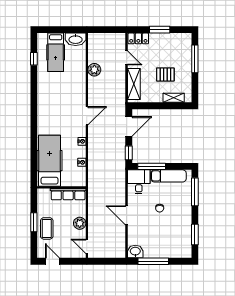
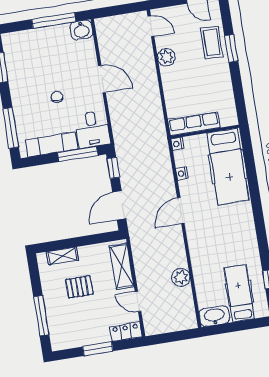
hospital bed: (50, 161) -> (228, 167), moved
wall: (62, 187) -> (205, 132), moved
row of seats: (68, 194) -> (194, 124), moved

